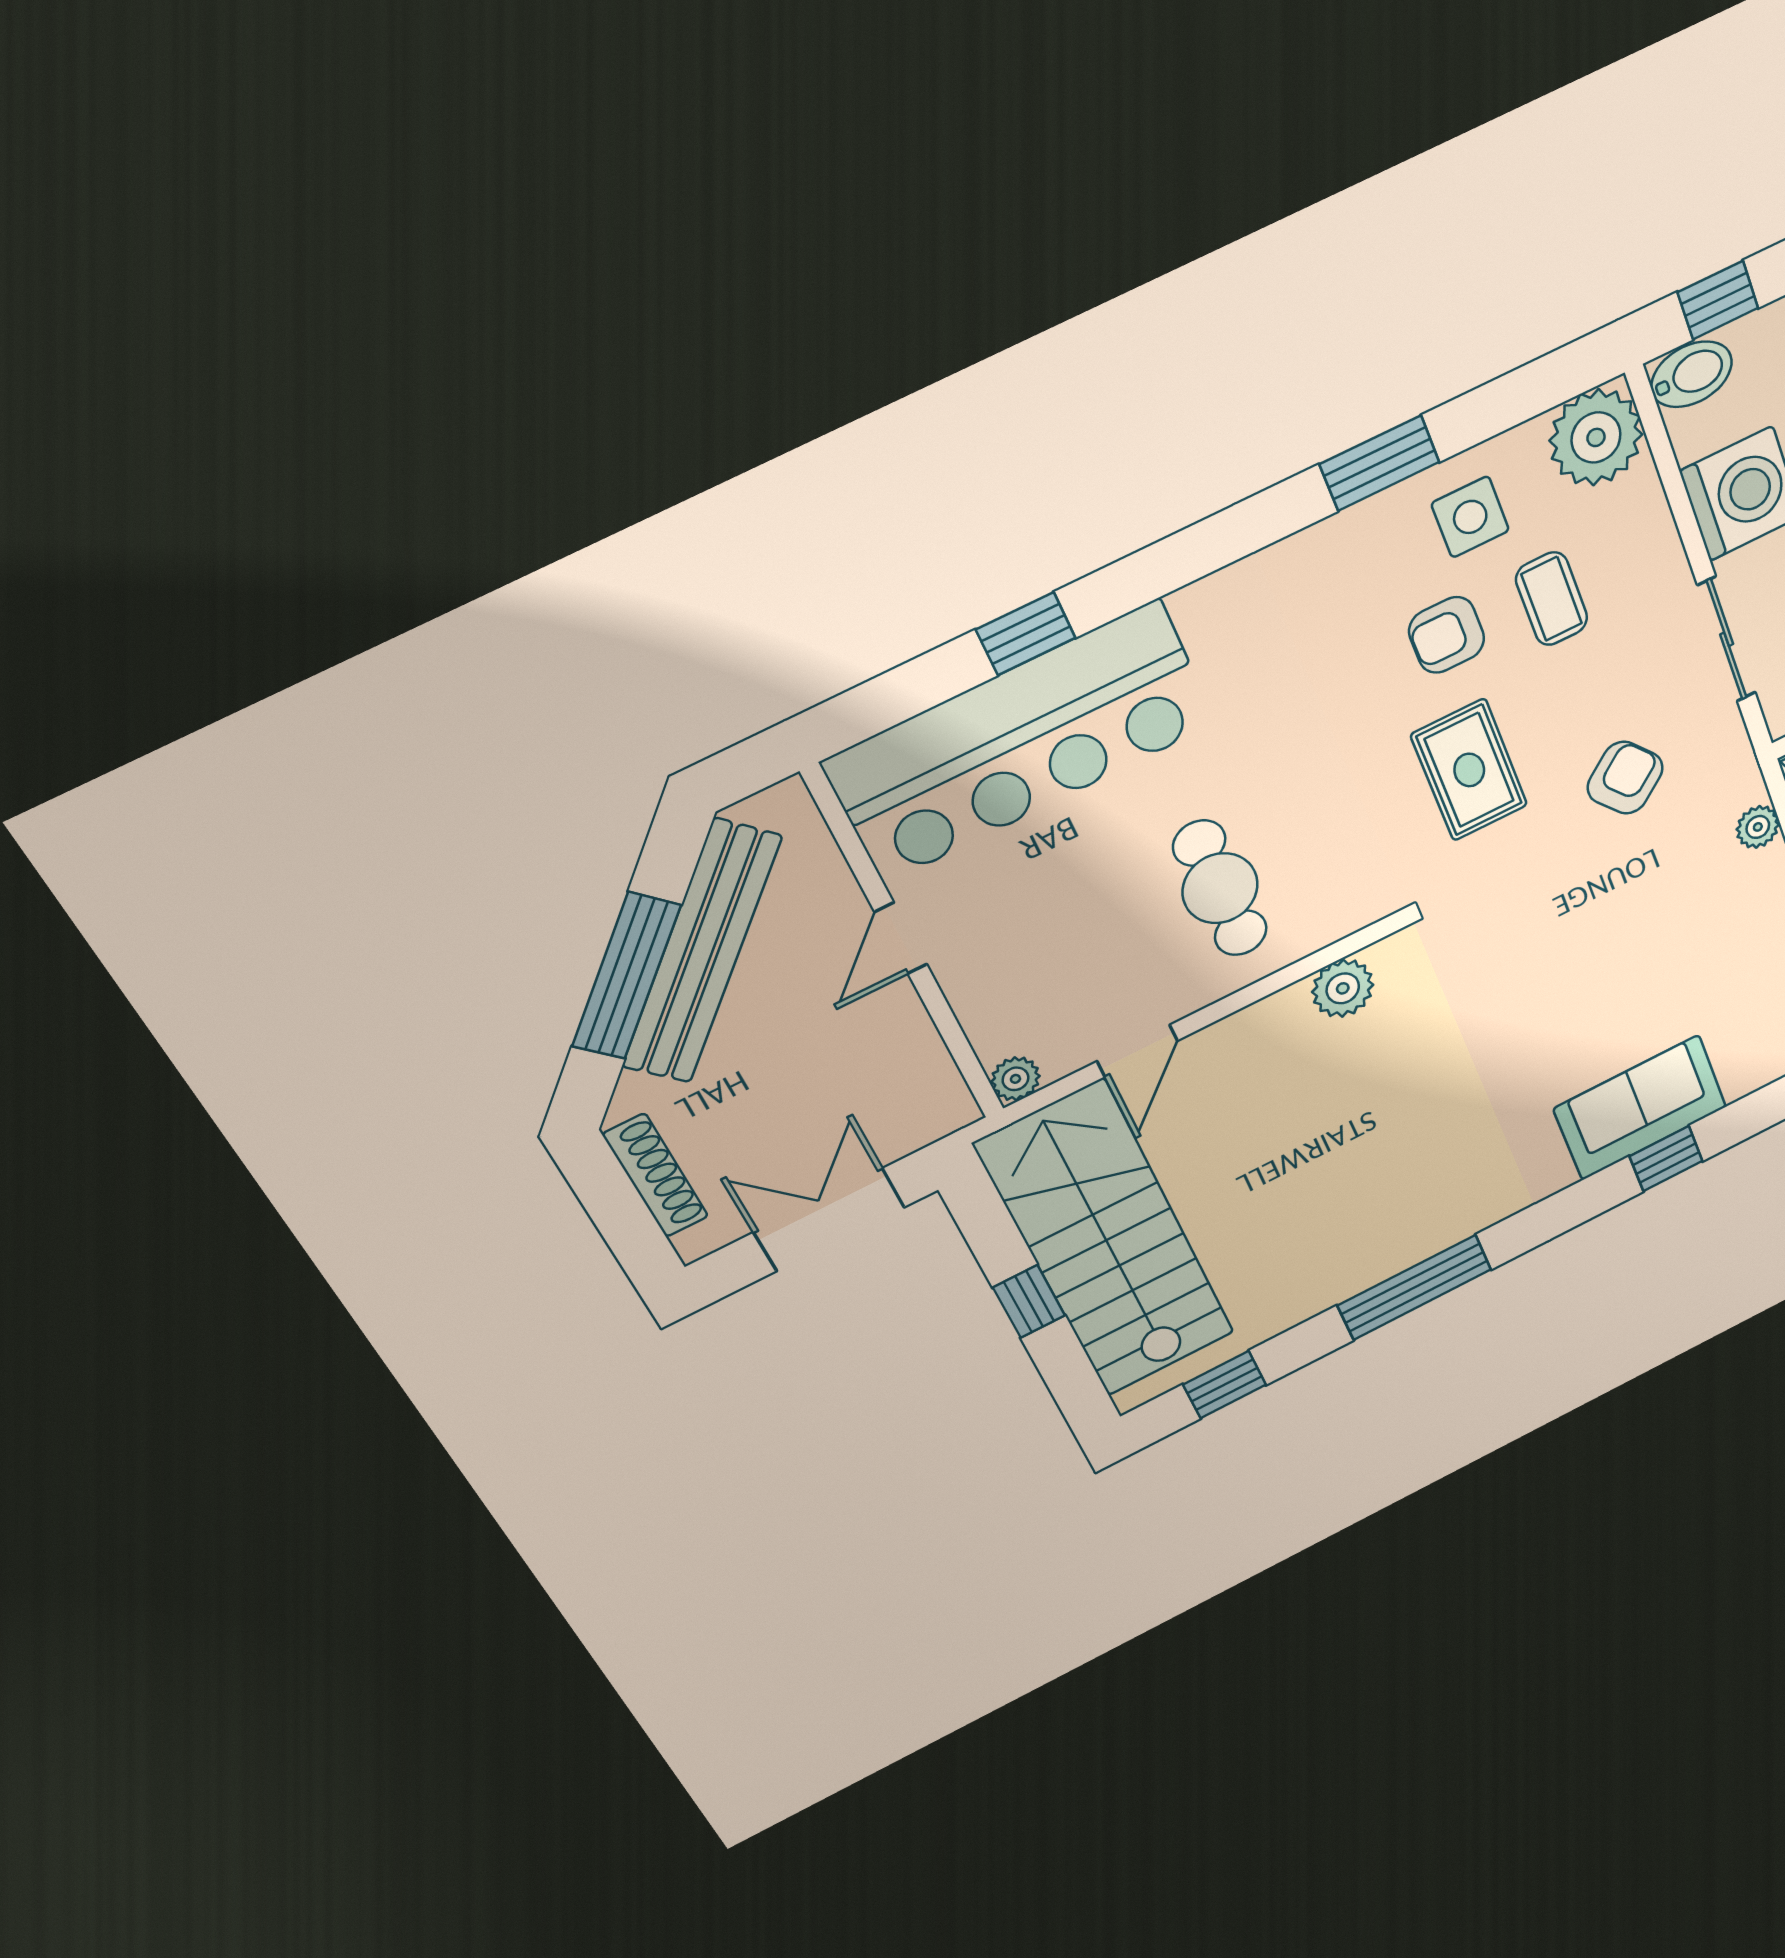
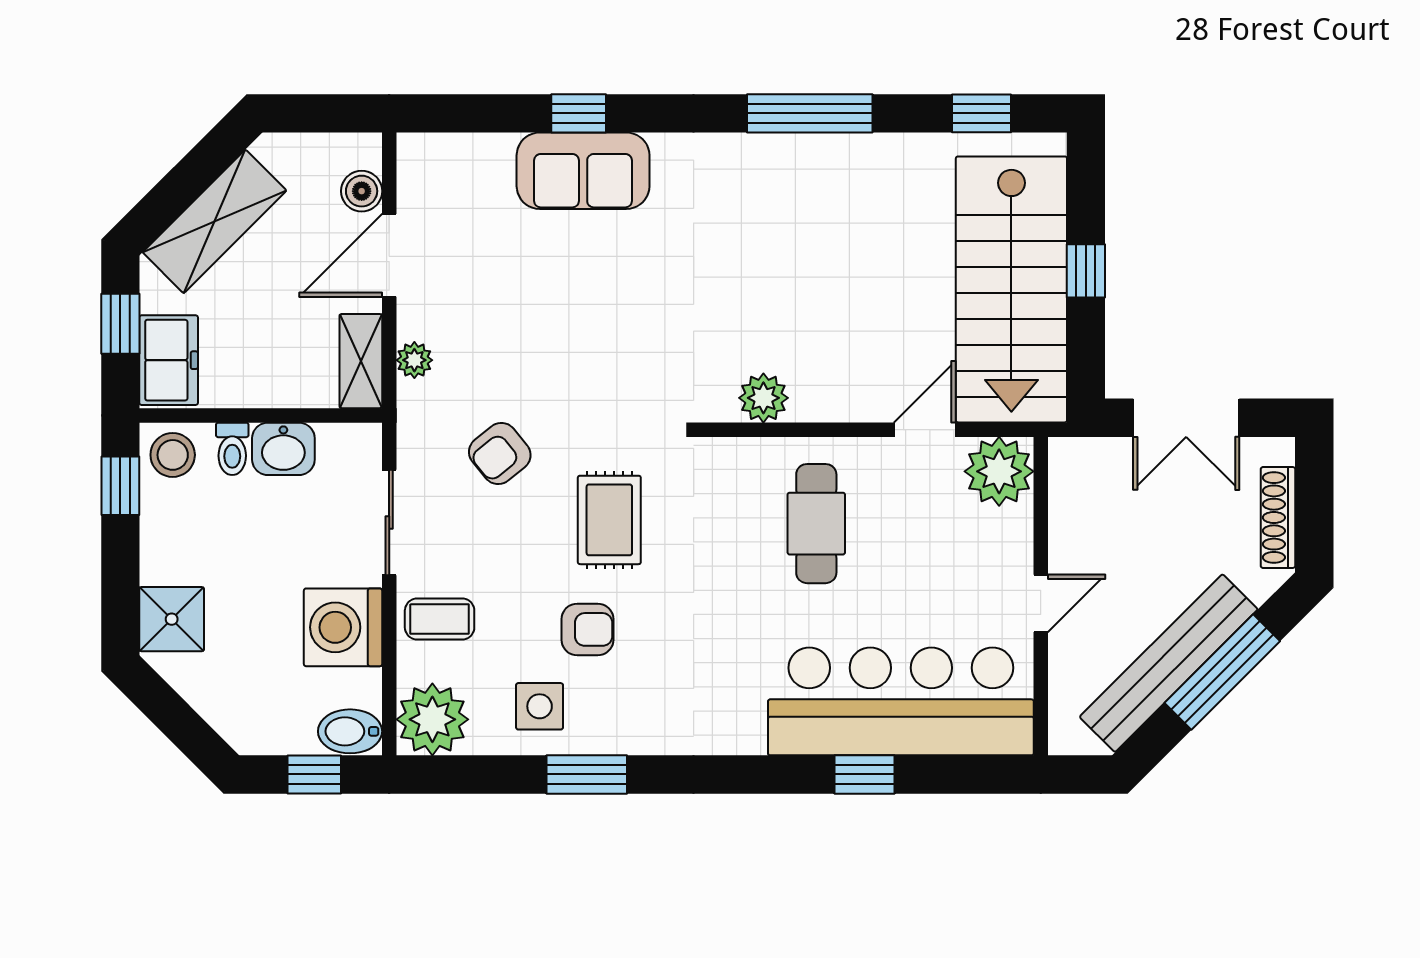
coffee table: (1552, 599) -> (440, 619), moved, turned 90
plant: (1015, 1079) -> (999, 471), width x1.87, depth x1.87

